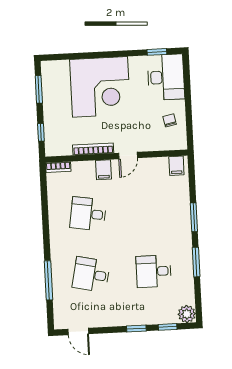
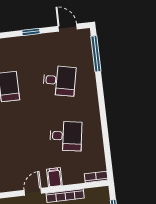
window: (48, 280) -> (96, 54), moved
window: (136, 328) -> (31, 32), moved

